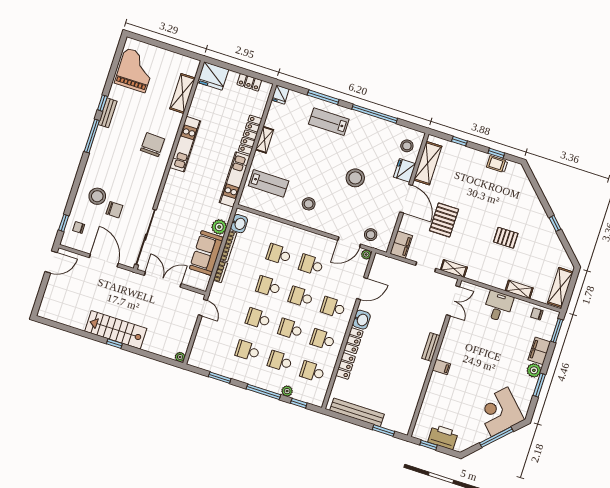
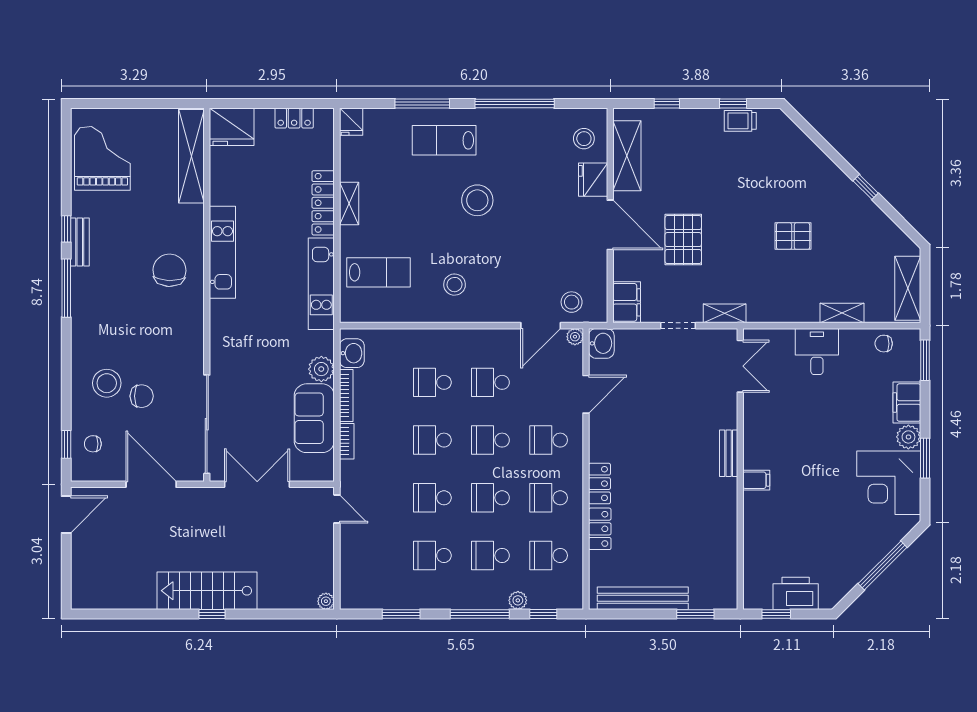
shelving: (183, 93) -> (191, 156), width x1.47
stool: (355, 178) -> (477, 200), moved
washbasin: (361, 320) -> (601, 343), moved
corner desk: (500, 412) -> (889, 483), moved, turned -45

